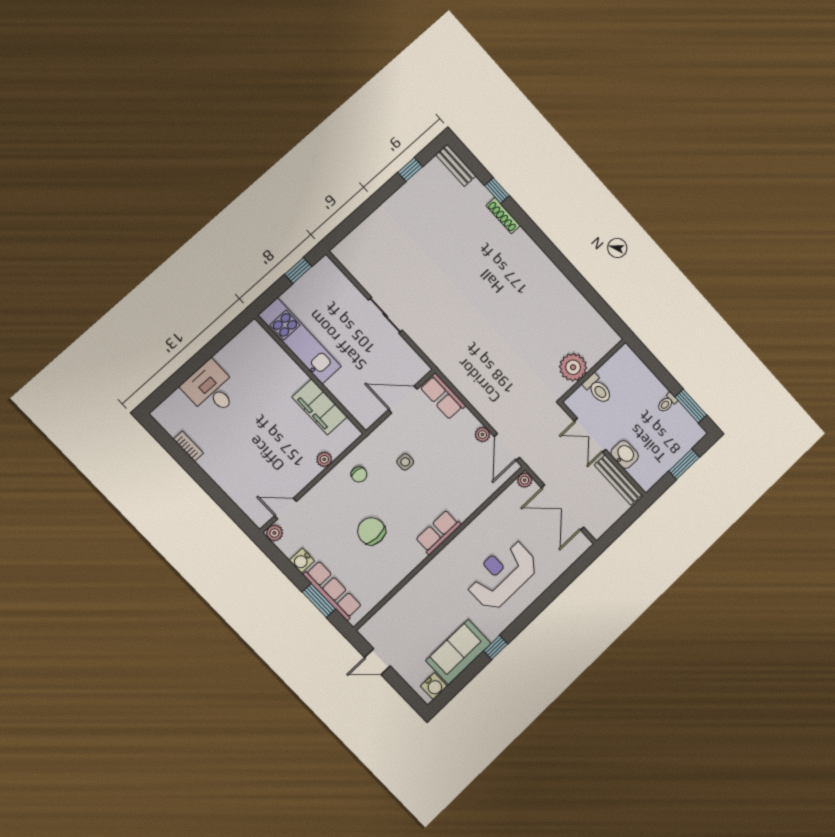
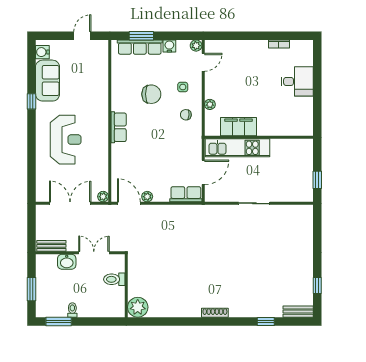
shoe rack: (503, 216) -> (215, 313), moved
kitchen unit: (300, 341) -> (237, 148), moved
plant: (573, 367) -> (138, 307), moved
side table: (405, 462) -> (183, 87), moved
bench: (618, 480) -> (51, 246), width x0.73

